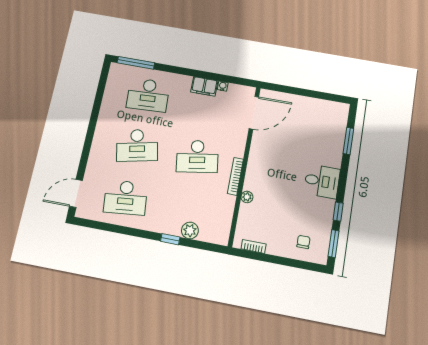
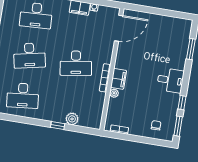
filing cabinet: (253, 178) -> (119, 79), added

